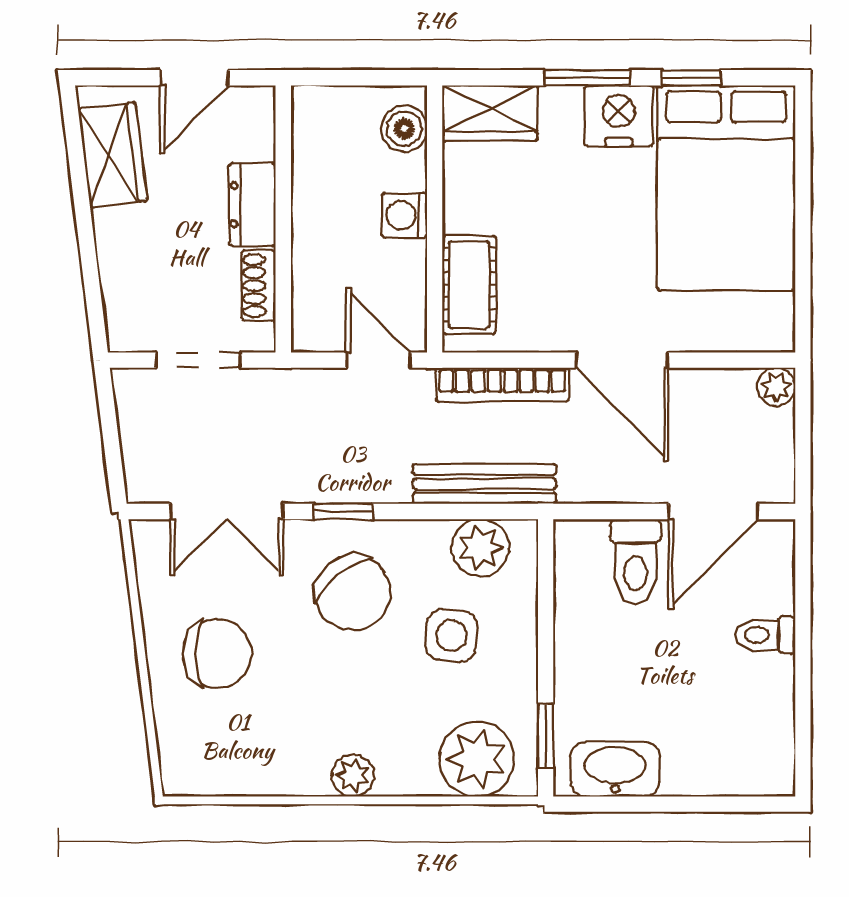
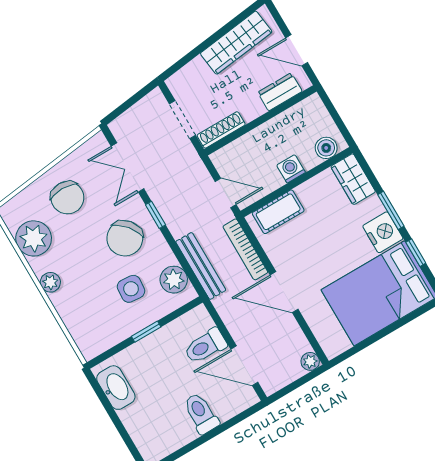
wardrobe: (113, 155) -> (236, 43), width x1.50
dresser: (252, 205) -> (280, 92), moved
shoe rack: (259, 286) -> (221, 130), width x1.43
door: (378, 360) -> (226, 193), hinge flipped
door: (622, 360) -> (284, 292), hinge flipped
toilet: (765, 635) -> (201, 413), width x1.37, depth x1.39
window: (546, 736) -> (146, 332), moved
plant: (477, 759) -> (34, 238), moved

